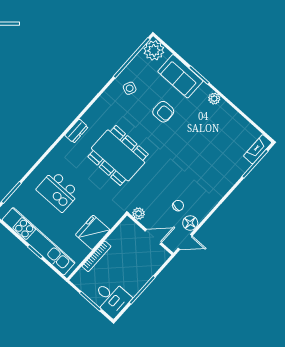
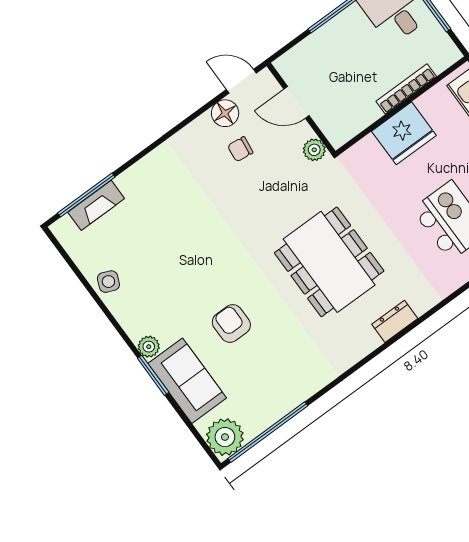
side table: (130, 88) -> (108, 282), moved
plant: (214, 99) -> (149, 347), moved
fireplace: (258, 149) -> (96, 205), moved

